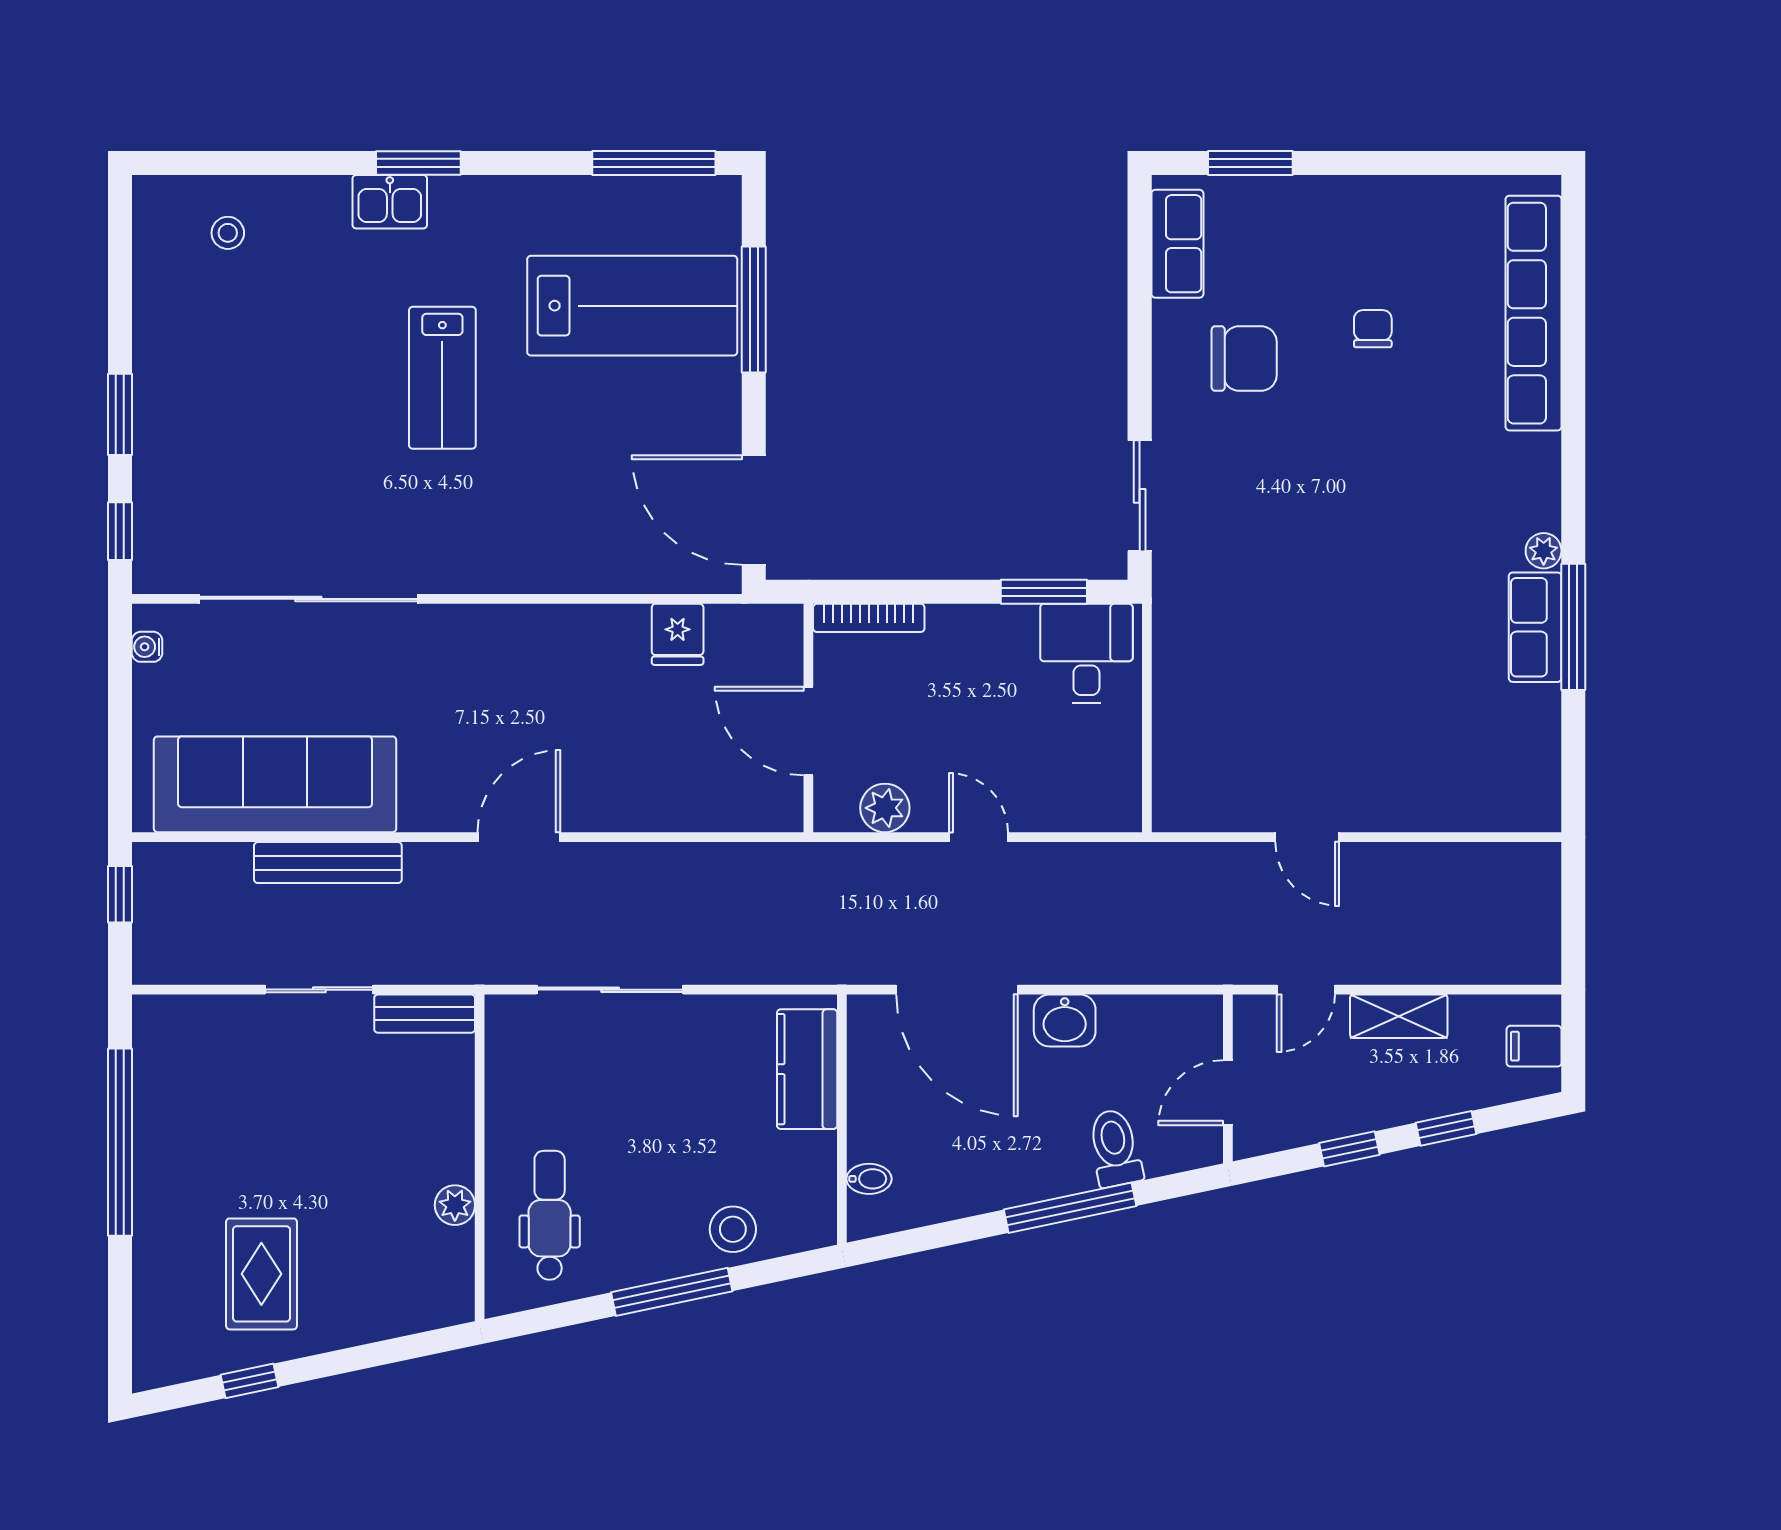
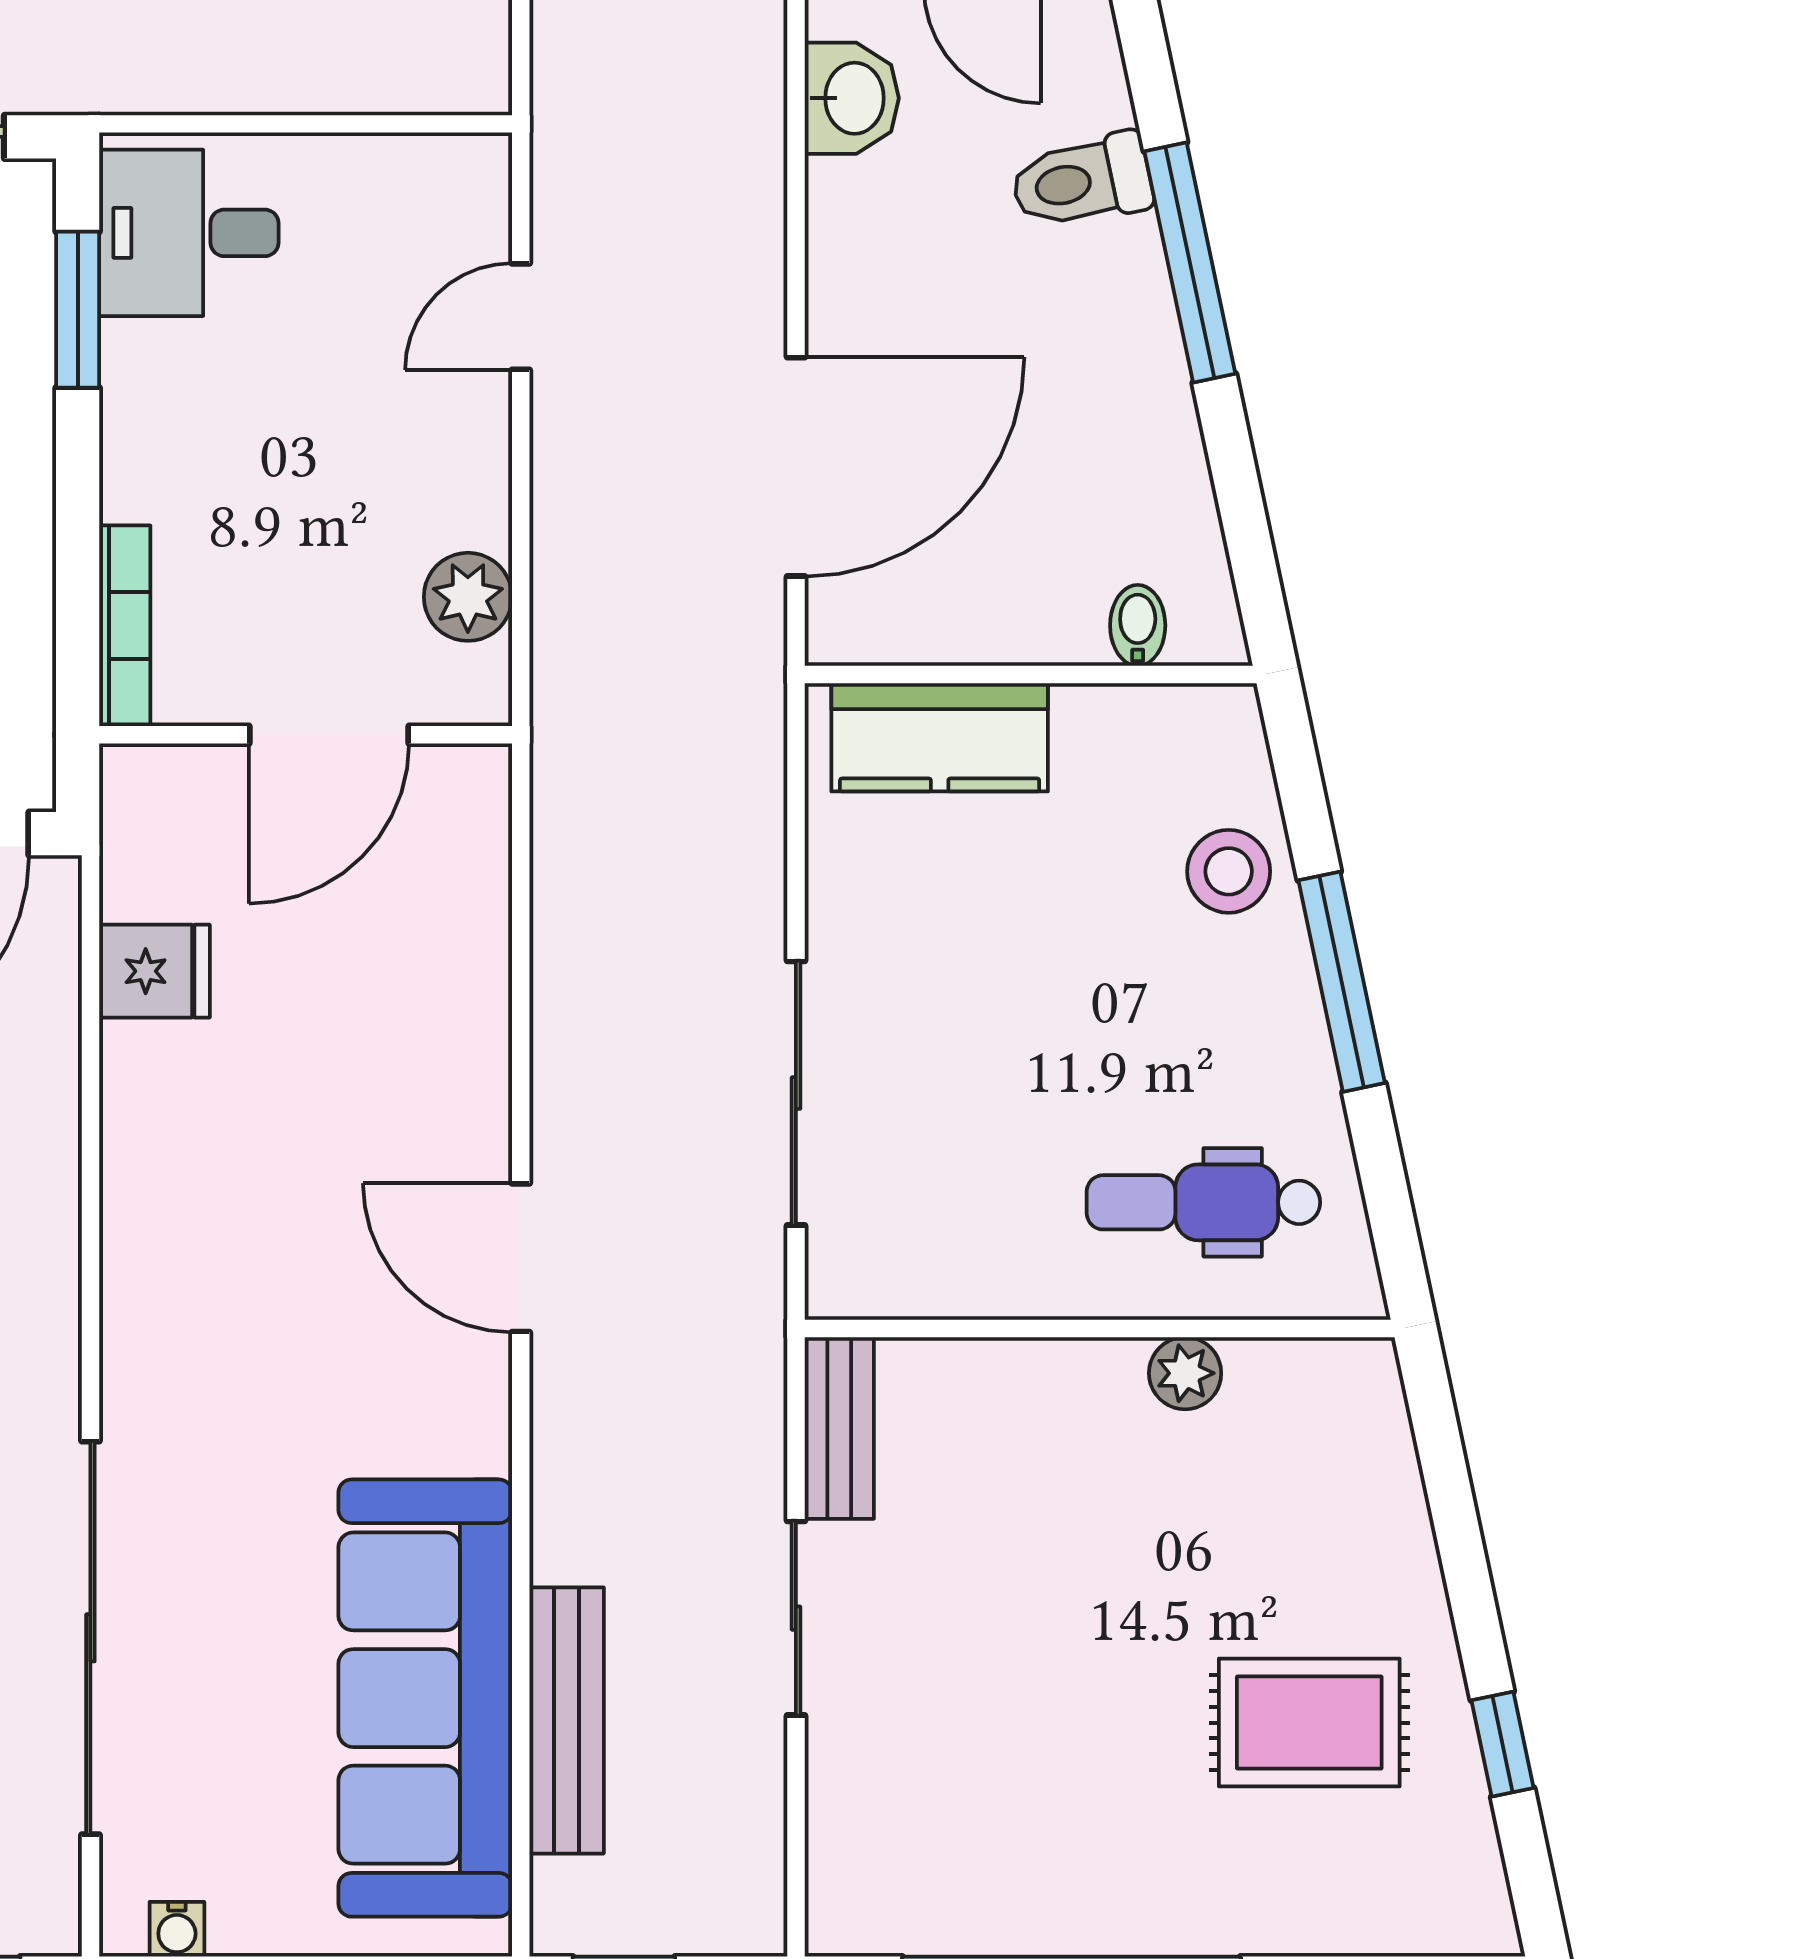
door: (979, 837) -> (521, 317), moved
bench: (328, 863) -> (567, 1720), moved
washbasin: (1065, 1020) -> (852, 98), moved

